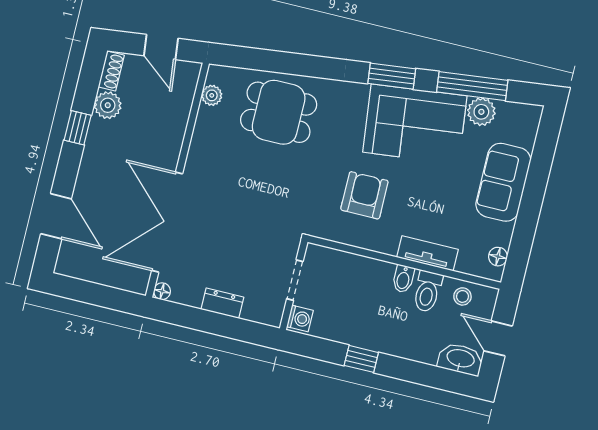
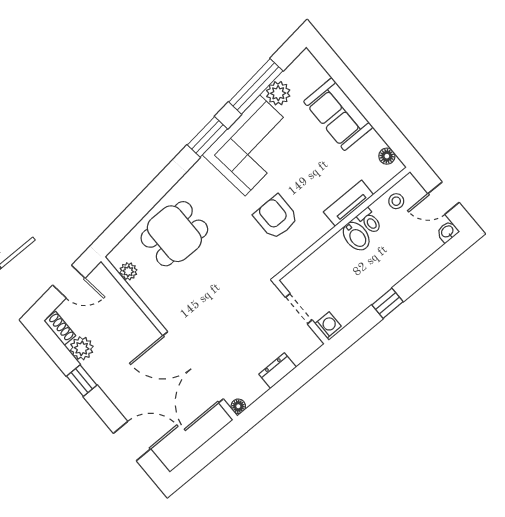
bidet: (403, 279) -> (356, 236), width x1.38, depth x1.36
toilet: (427, 291) -> (370, 221), width x0.73, depth x0.72
washbasin: (460, 359) -> (448, 232), width x0.52, depth x0.69

